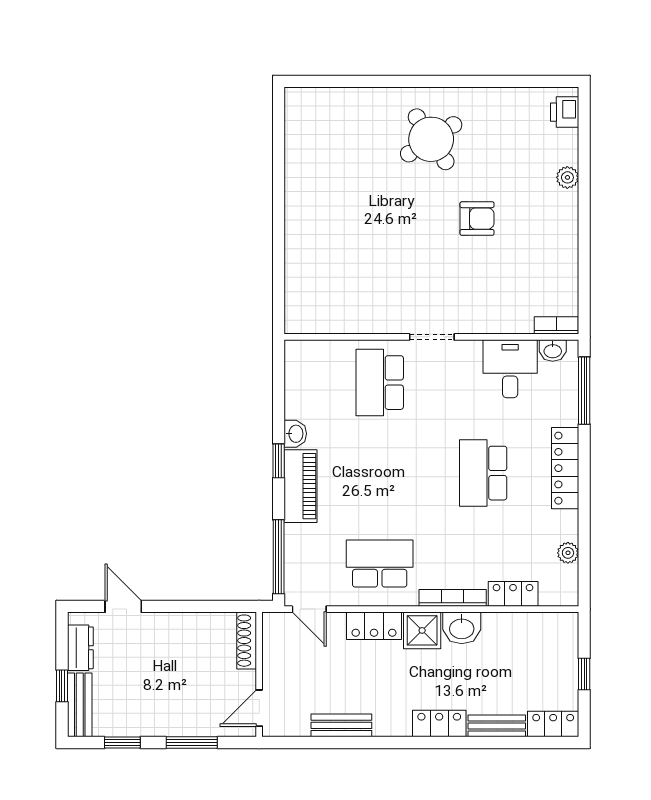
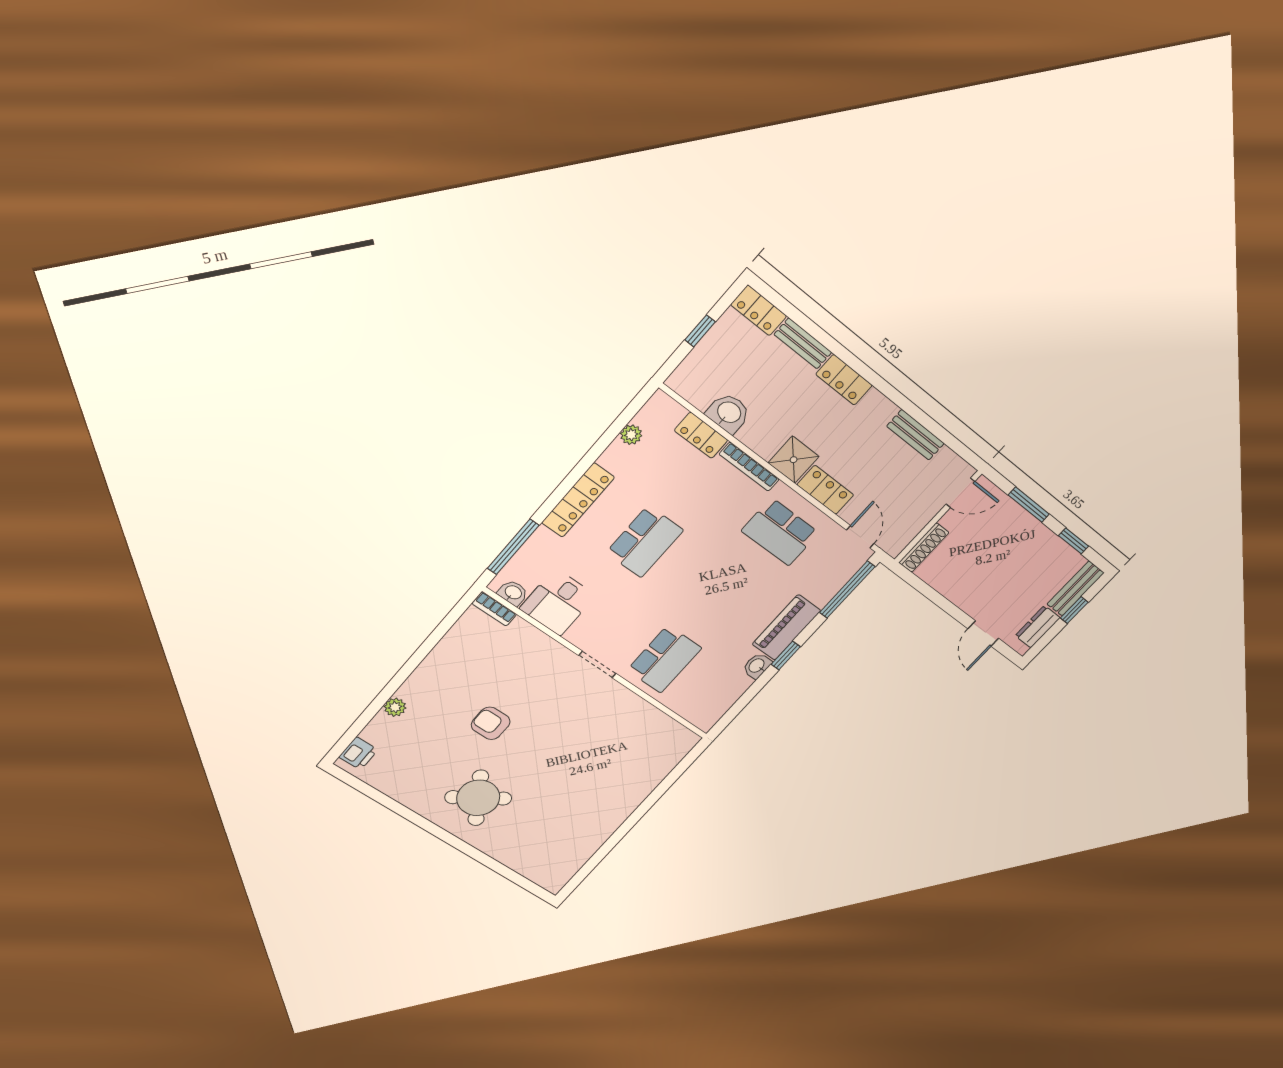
washbasin: (462, 628) -> (729, 413), moved

